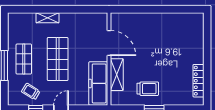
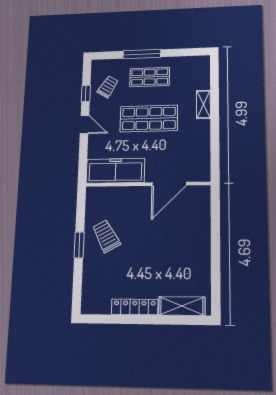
shelving: (117, 75) -> (182, 306), moved
locker: (199, 81) -> (135, 307), moved
trolley: (148, 89) -> (106, 236), turned 151

